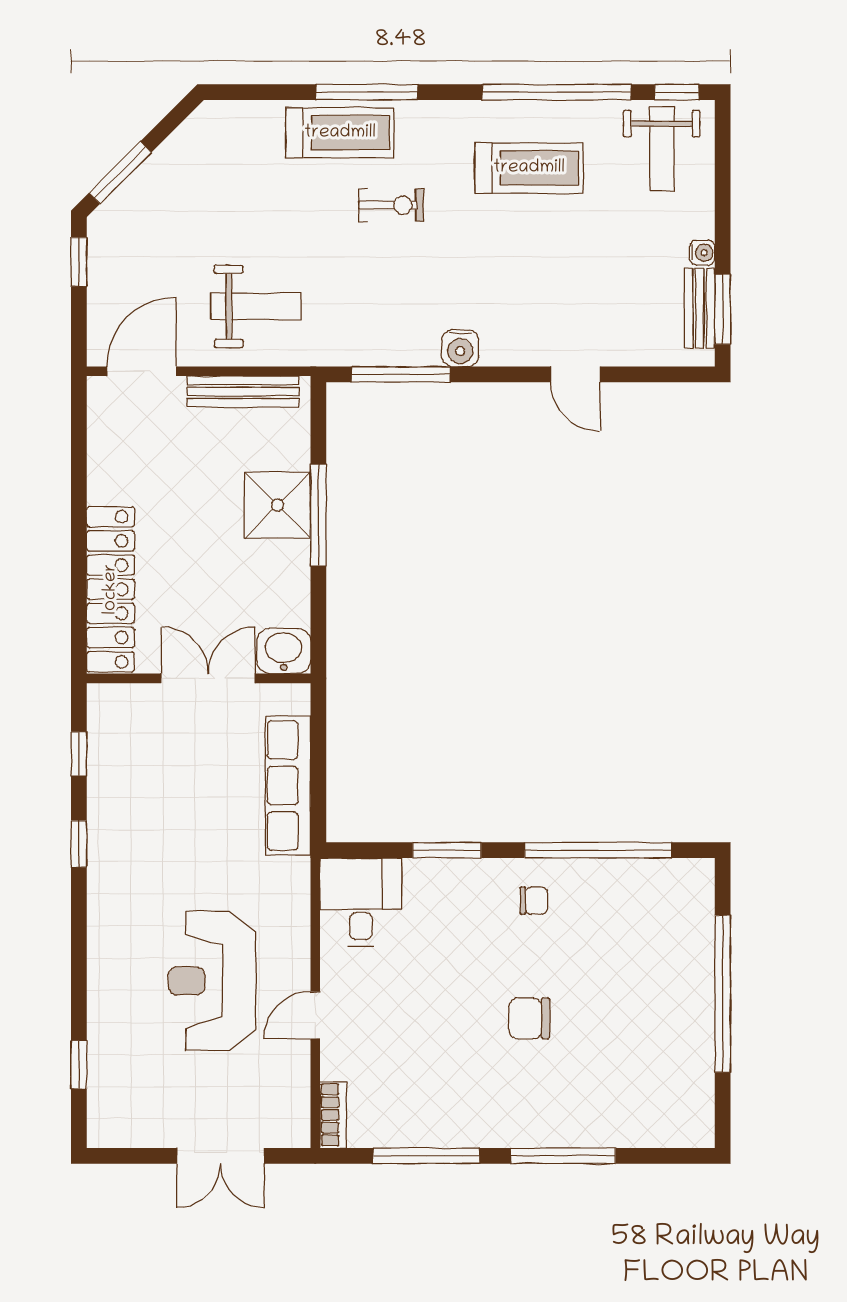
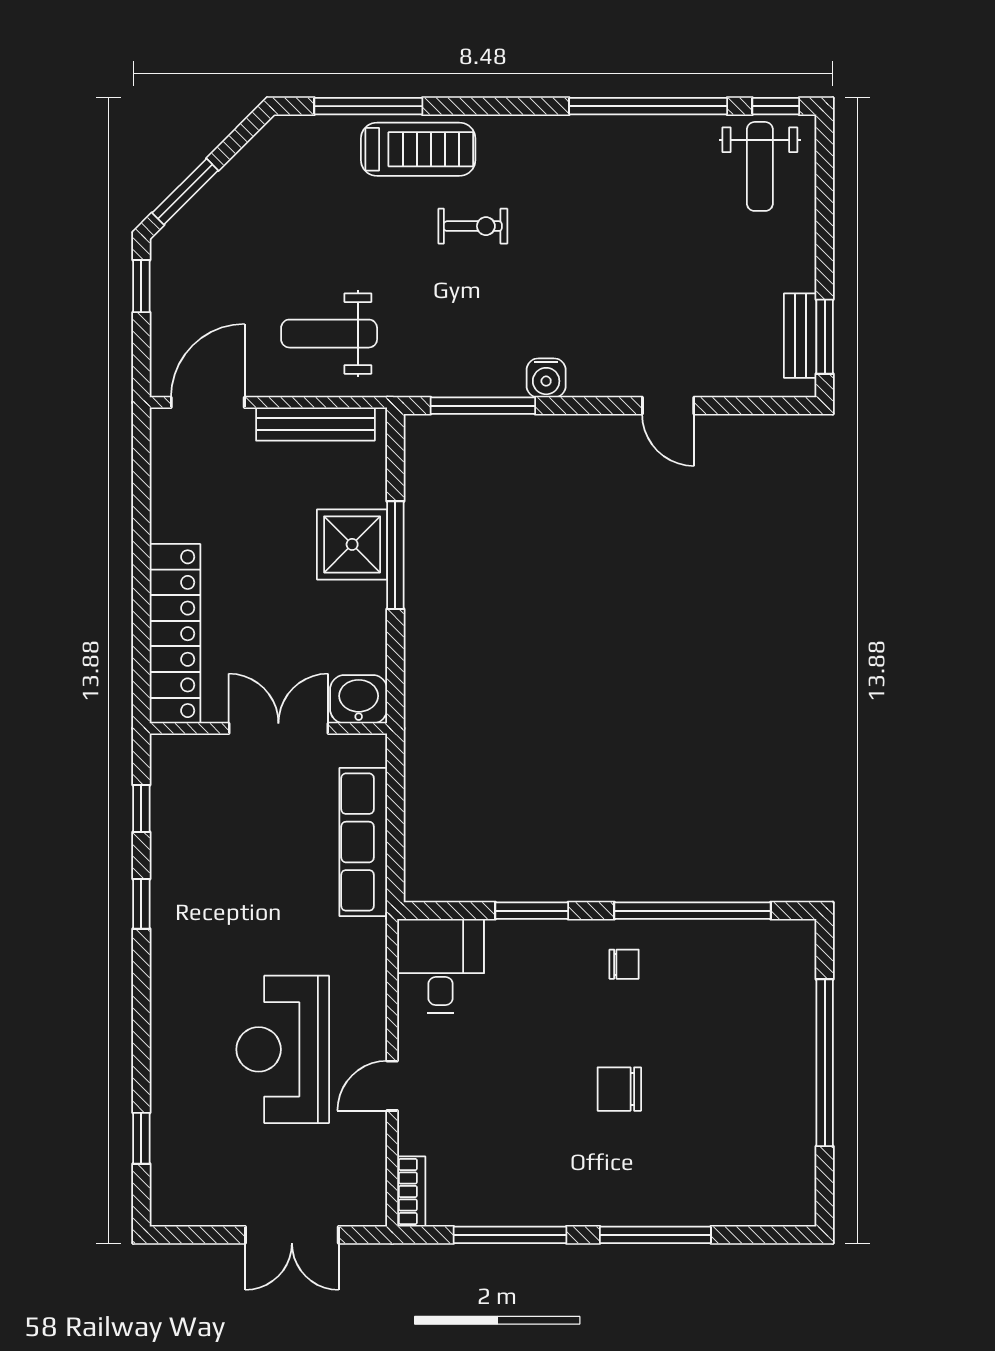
window: (367, 92) -> (368, 106), moved
treadmill: (529, 168) -> (619, 187), removed
water cooler: (702, 253) -> (803, 277), removed
weight bench: (256, 306) -> (329, 334), turned 180

